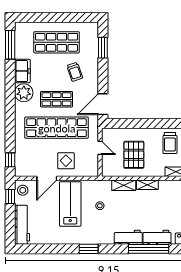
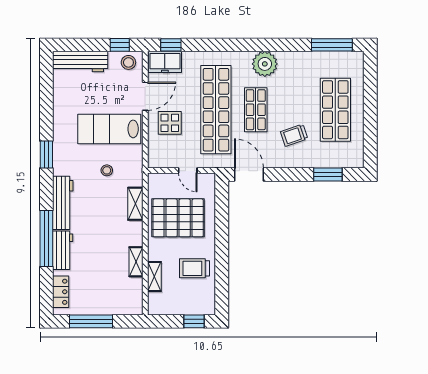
freezer: (22, 71) -> (165, 62), moved
door: (100, 148) -> (188, 171), hinge flipped
pallet: (134, 155) -> (178, 218), width x1.37, depth x1.41
door: (47, 178) -> (145, 96), swing flipped
shelving: (147, 185) -> (136, 262), moved
lab bench: (70, 204) -> (109, 129), turned 180
workbench: (128, 237) -> (63, 203), width x1.38

